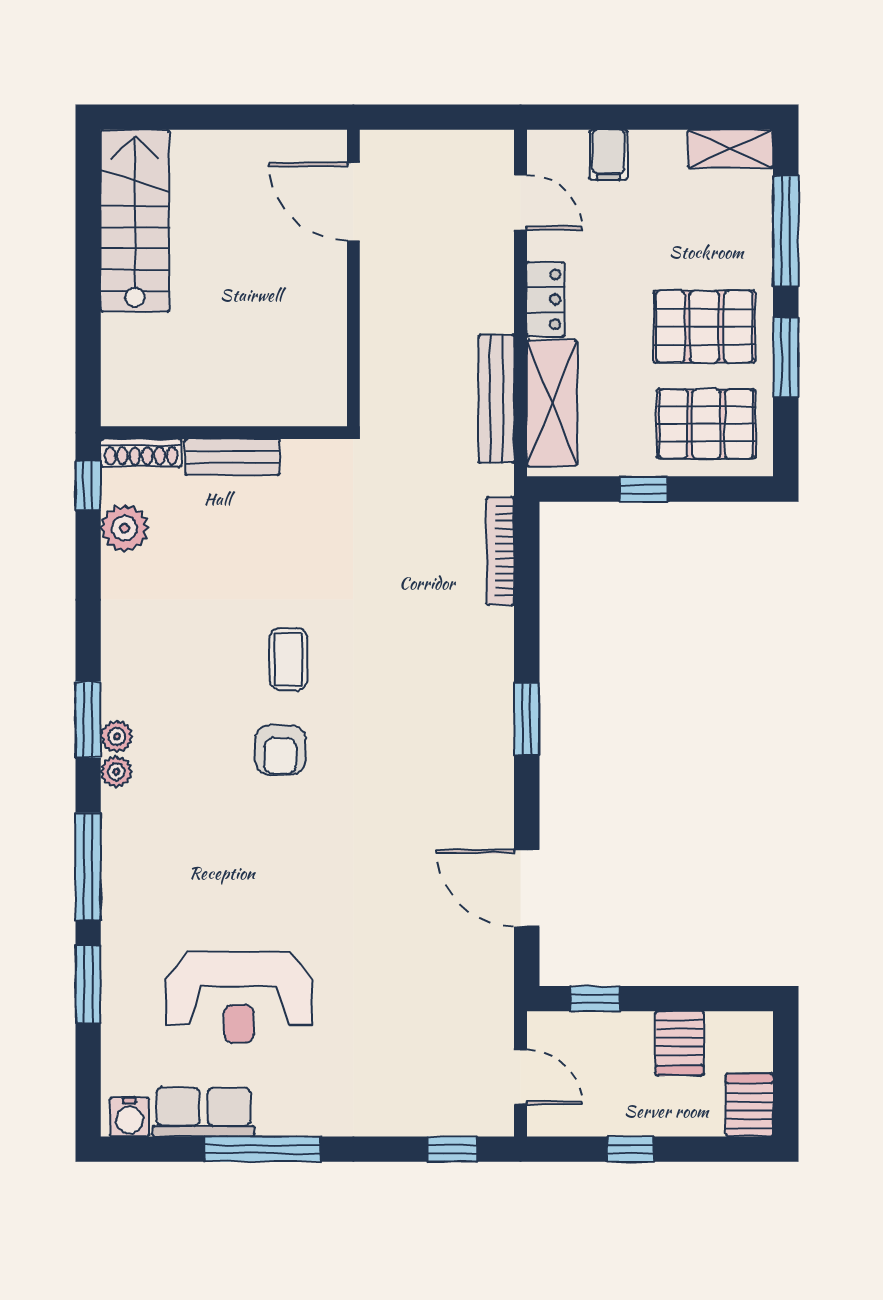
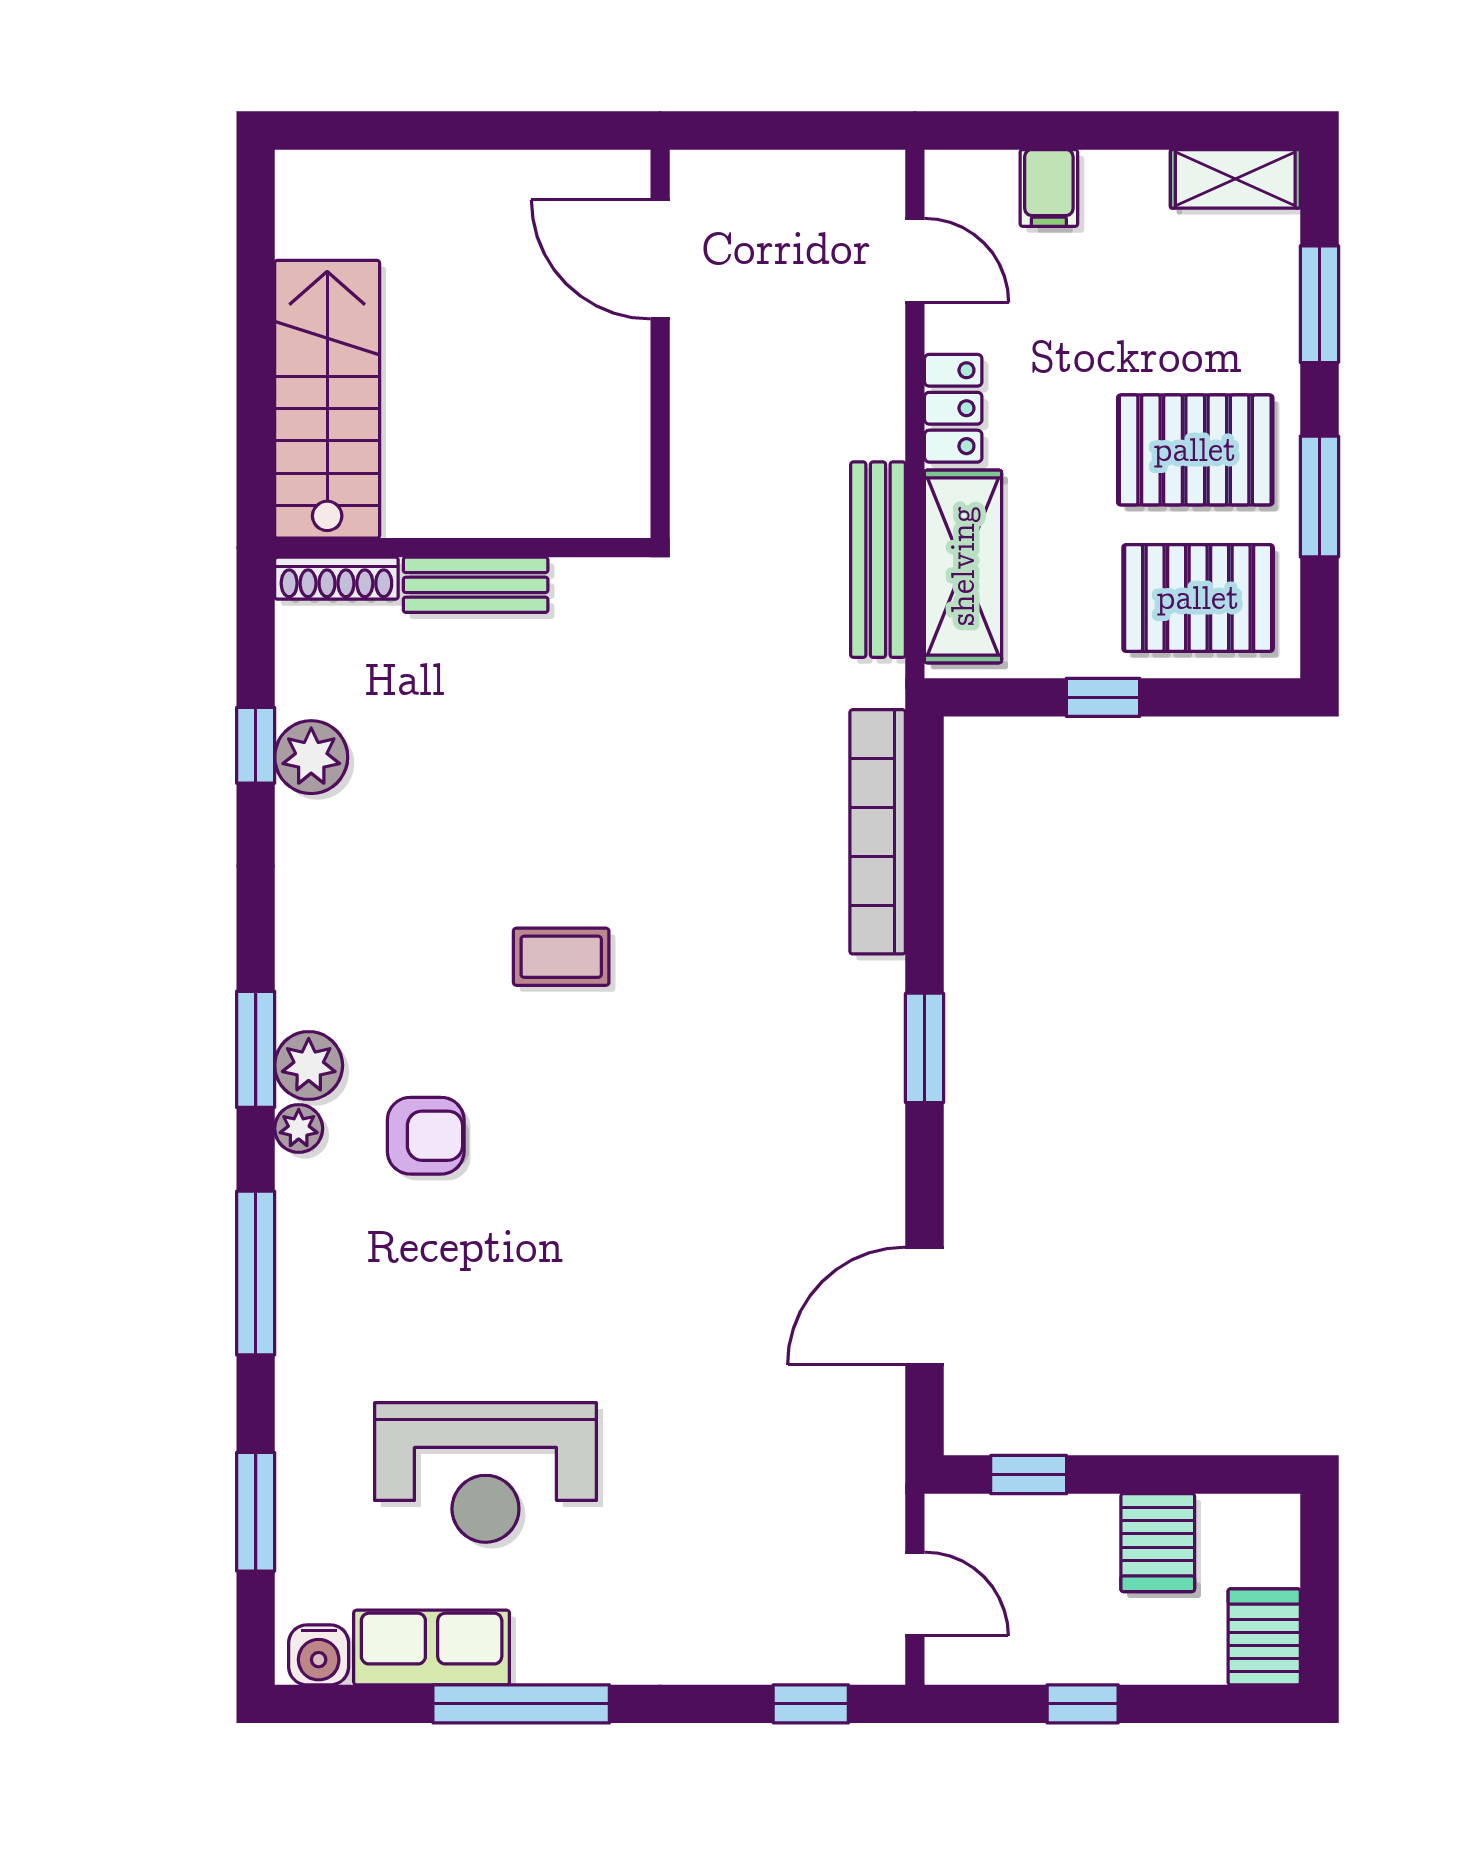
stairs: (135, 221) -> (327, 399), moved
window: (786, 231) -> (1319, 304), width x0.69
wall: (224, 433) -> (463, 548), moved
shoe rack: (141, 453) -> (336, 578), moved
bench: (232, 457) -> (476, 585), moved
window: (88, 485) -> (256, 745), moved
bookcase: (500, 551) -> (878, 832), width x1.48, depth x1.31
coffee table: (288, 659) -> (561, 957), turned 90
plant: (117, 736) -> (309, 1065), width x1.38, depth x1.38
armchair: (280, 750) -> (426, 1136), moved, turned -90
door: (527, 888) -> (924, 1306), hinge flipped
window: (88, 984) -> (256, 1512), moved

